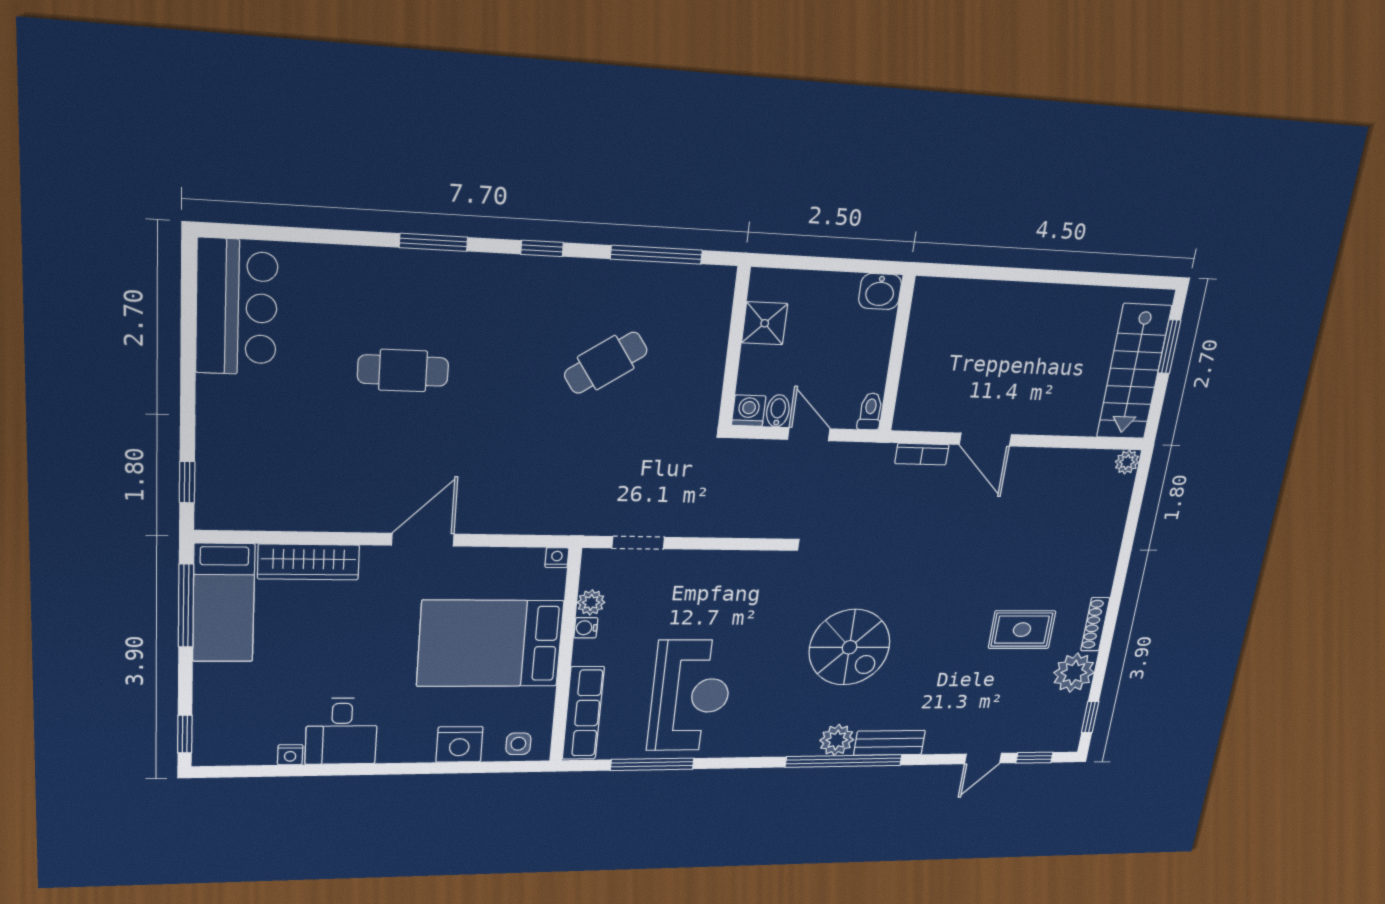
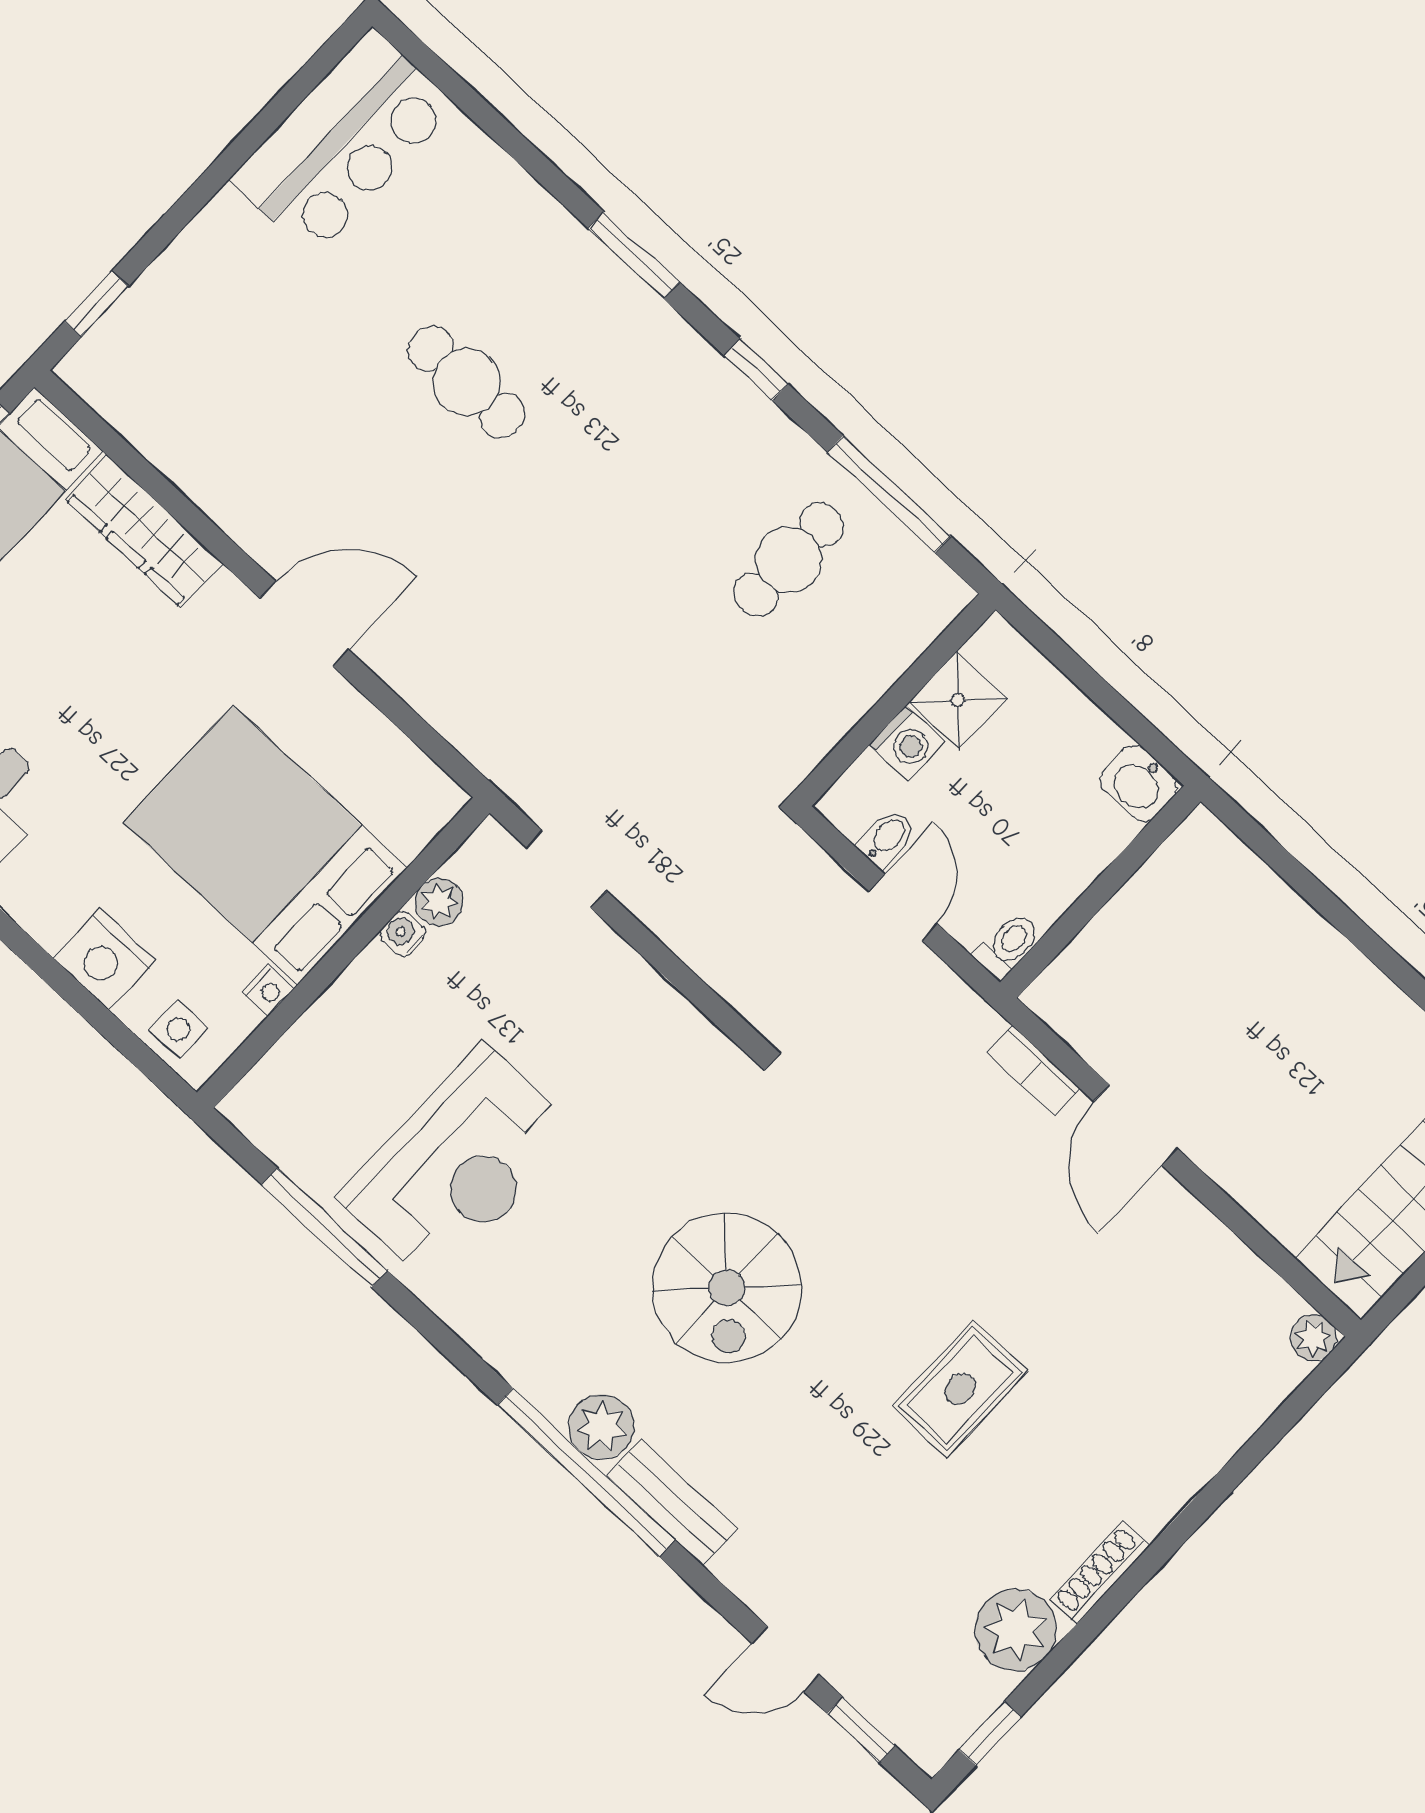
cafe table: (606, 363) -> (789, 560), moved, turned -56
washing machine: (749, 411) -> (907, 743), moved, turned 90
nightstand: (557, 558) -> (268, 990), moved, turned 90
rug: (1022, 630) -> (960, 1389), moved, turned 90
row of seats: (583, 713) -> (298, 1060), removed

